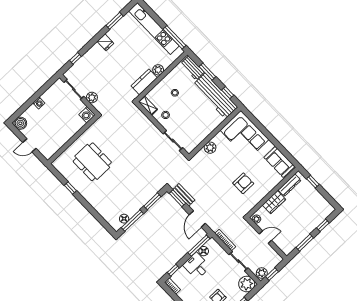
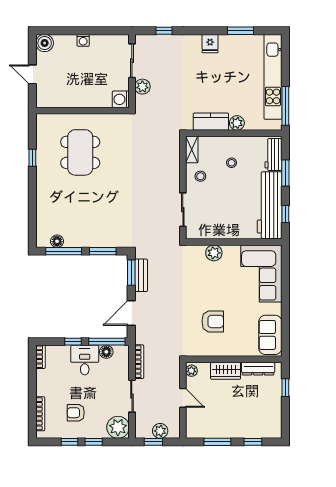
window: (173, 270) -> (73, 342), moved
plant: (262, 273) -> (160, 431), moved

